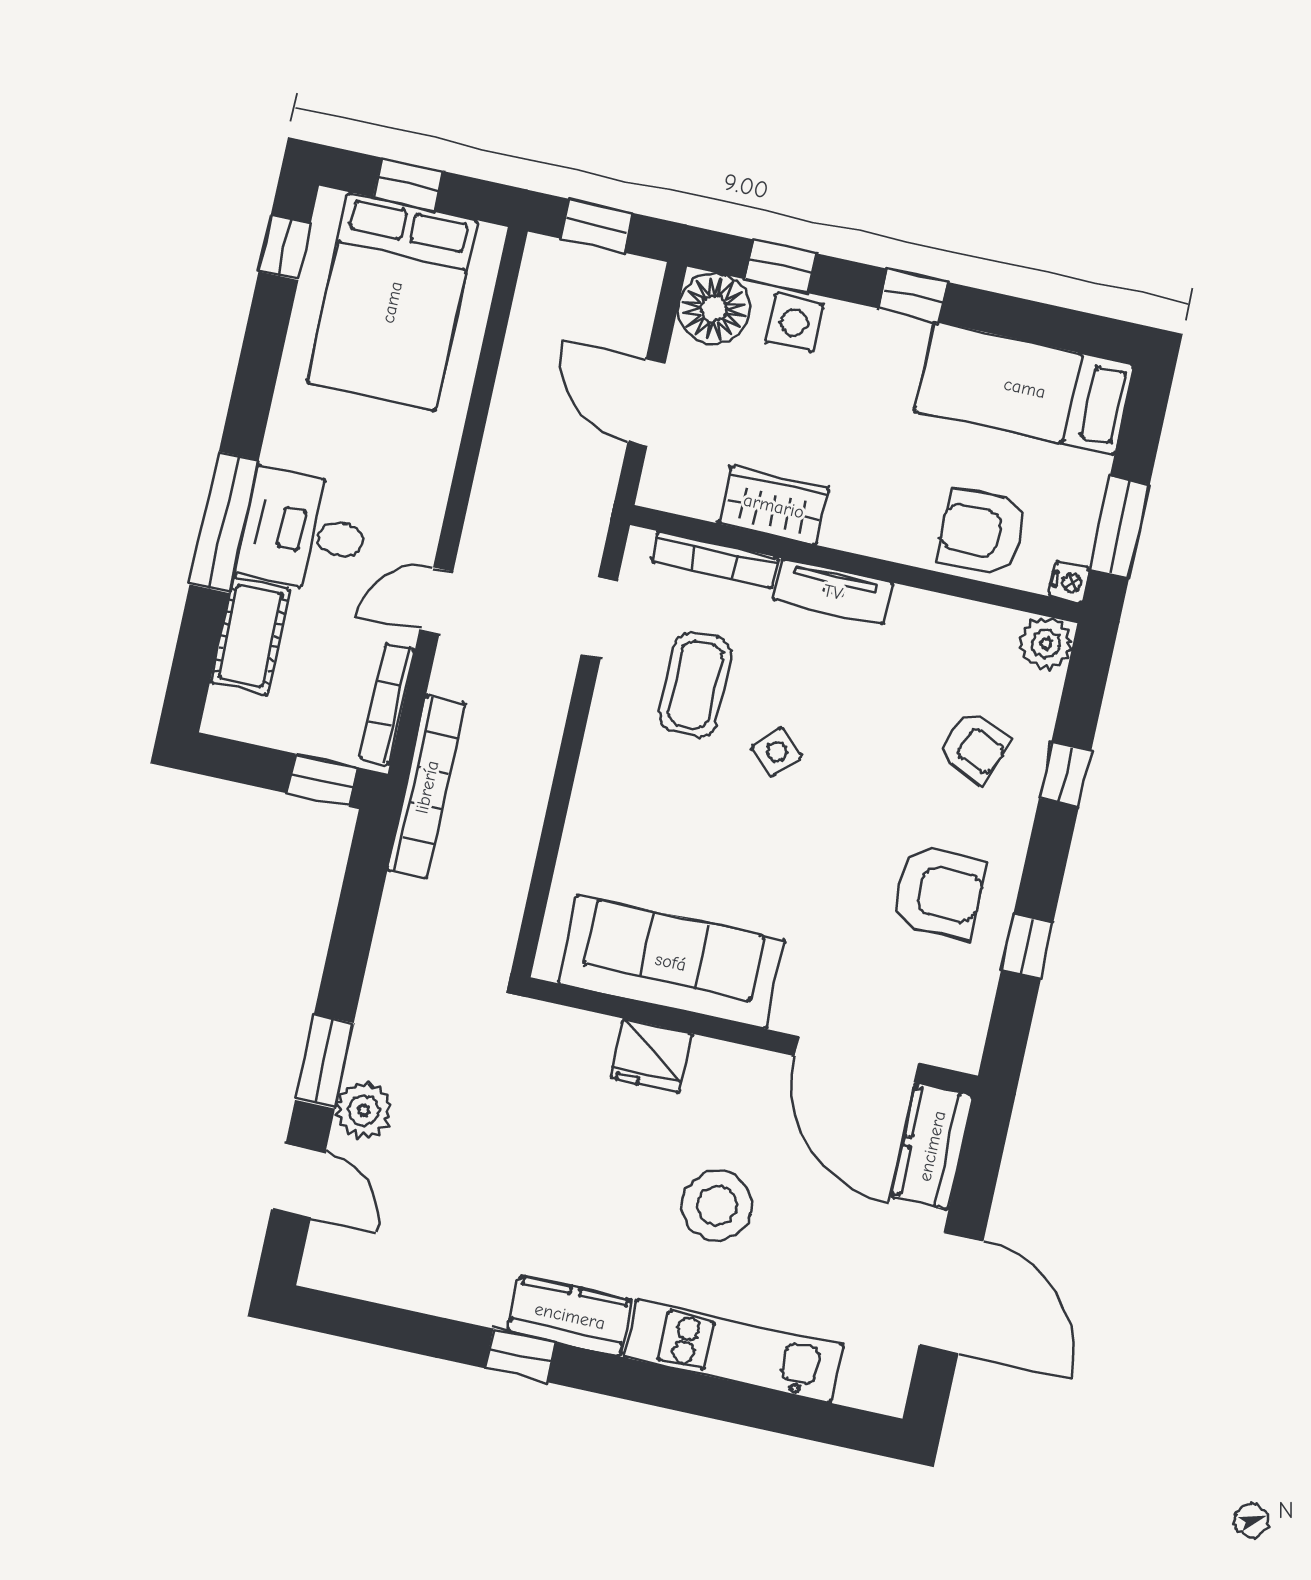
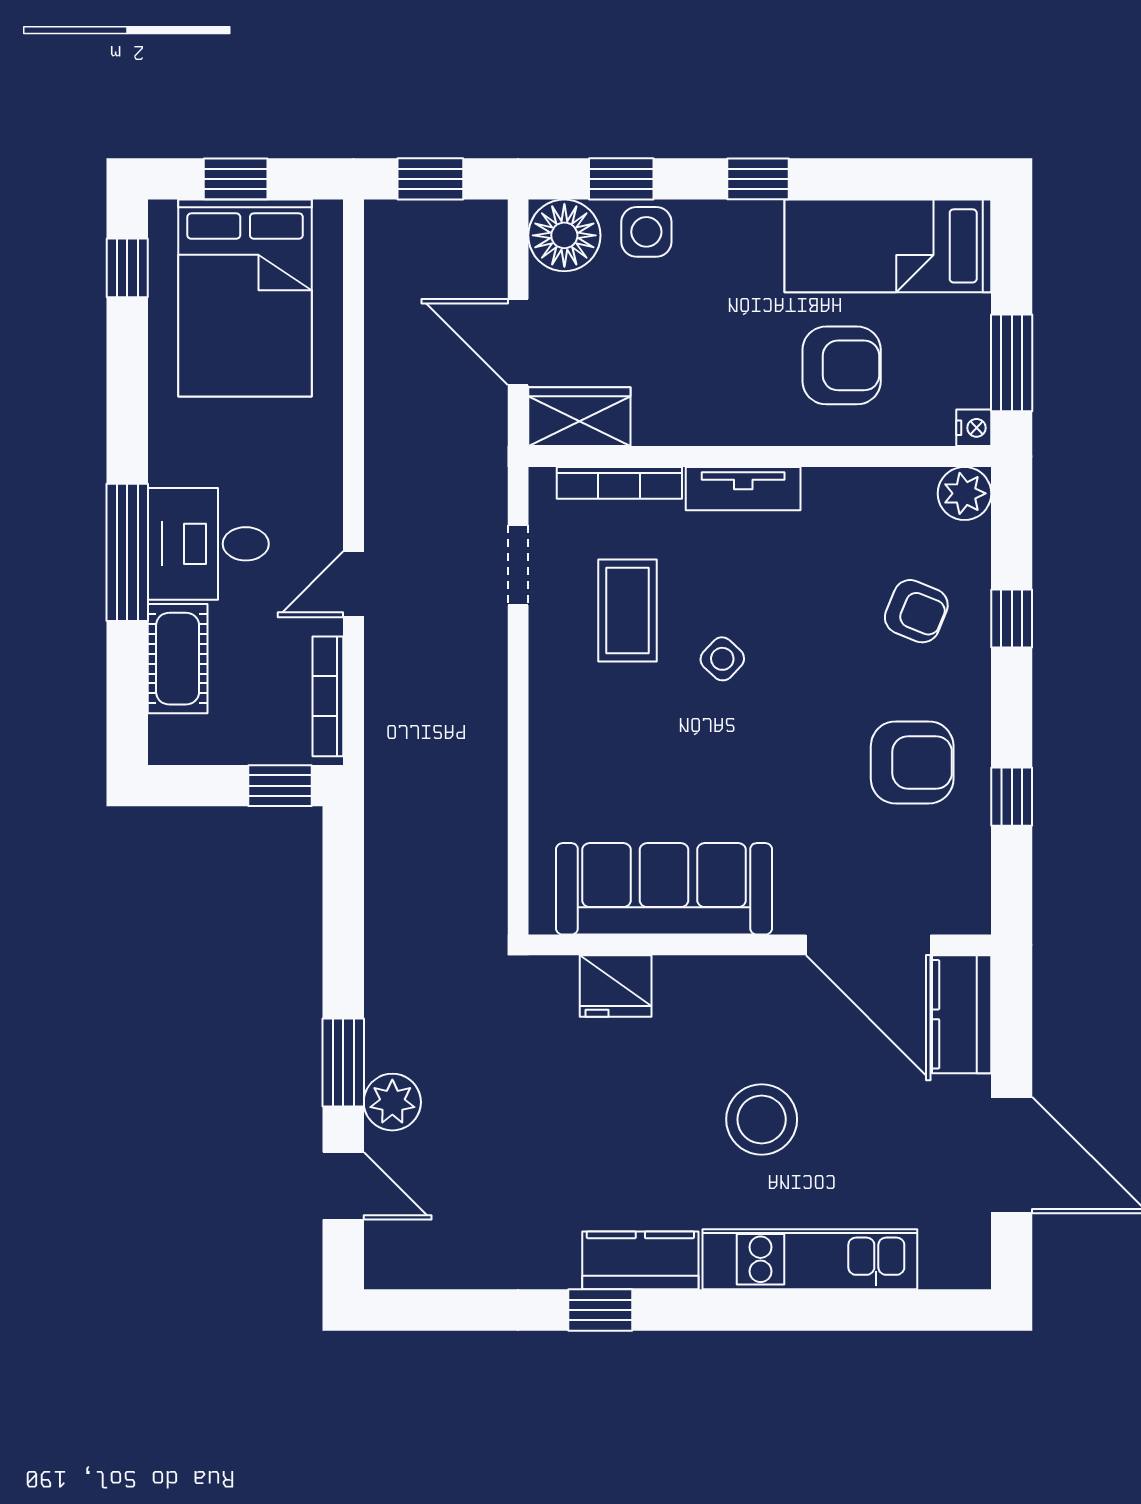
wardrobe: (774, 506) -> (579, 417), moved
armchair: (981, 533) -> (842, 365), moved, turned 180
bookcase: (427, 787) -> (384, 769), removed
fridge: (651, 1056) -> (616, 986), moved

